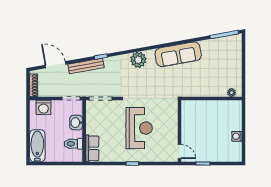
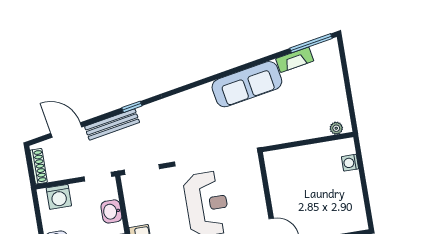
fireplace: (212, 44) -> (295, 60), added
plant: (138, 60) -> (189, 102), removed
washing machine: (237, 136) -> (350, 163), moved

